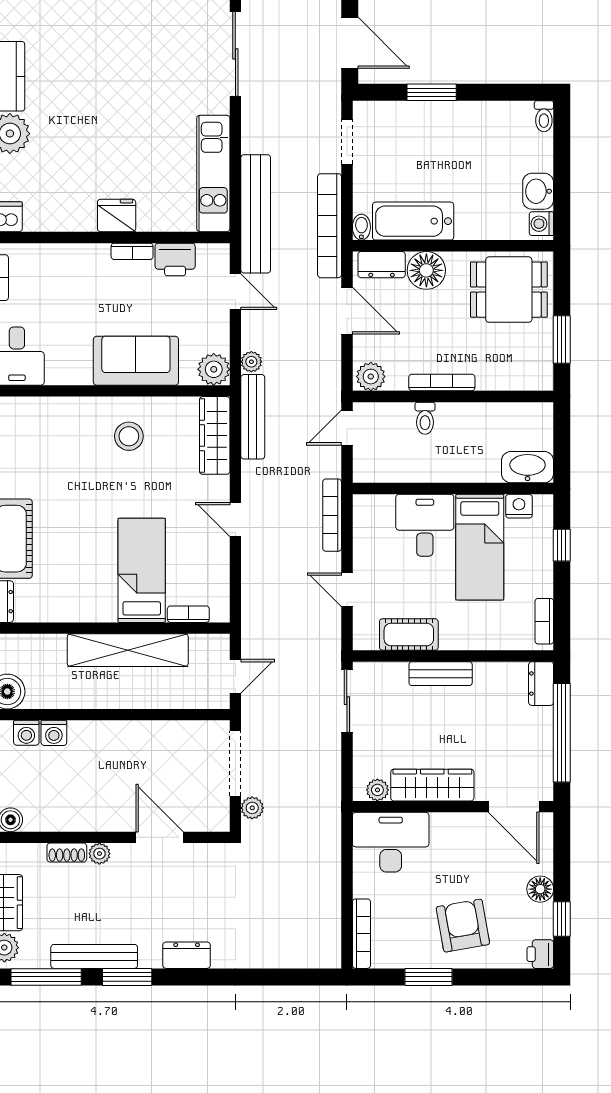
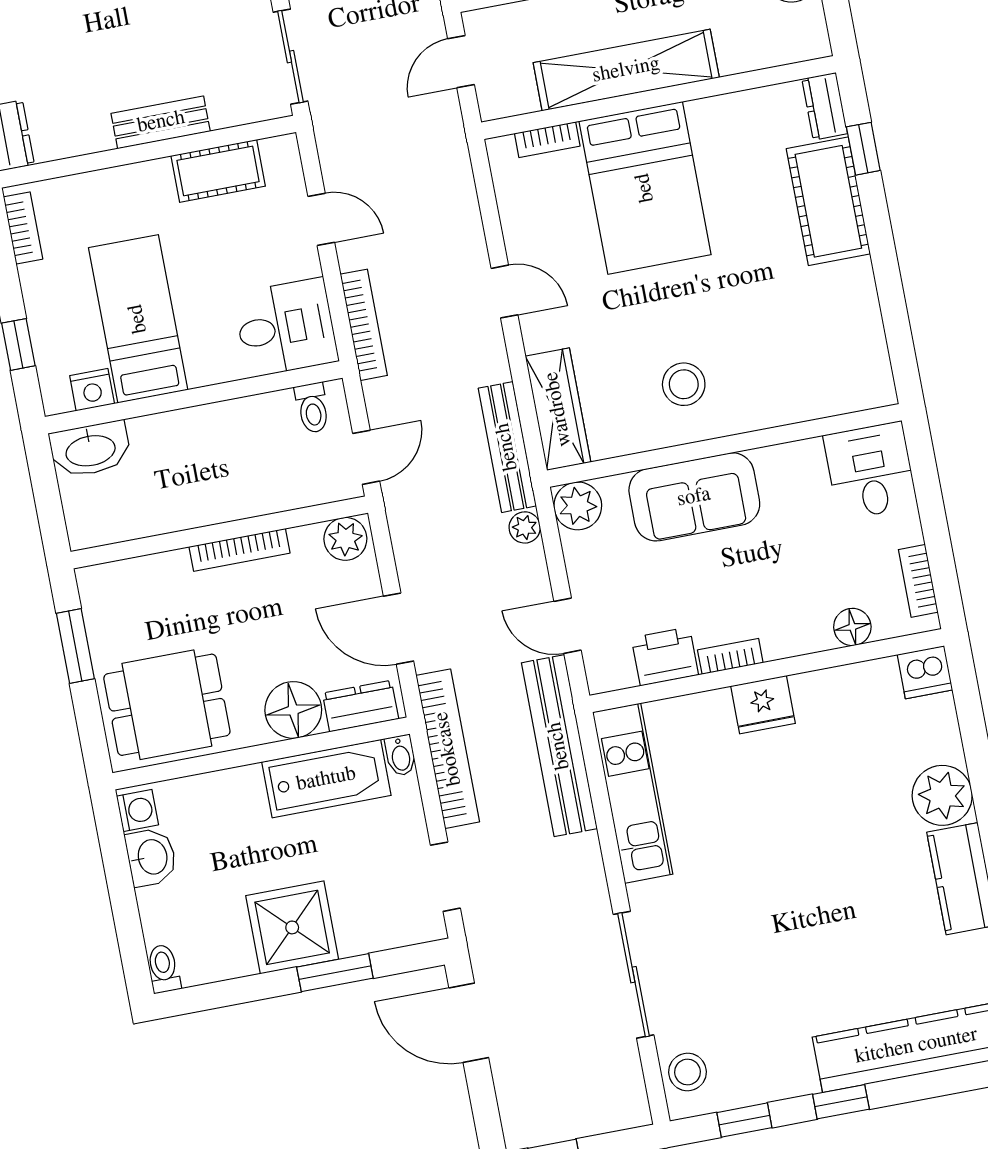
shower: (454, 127) -> (292, 927), added
floor lamp: (48, 256) -> (852, 627), added
toilet: (425, 418) -> (312, 408), moved, turned 180
desk: (425, 525) -> (286, 328), moved, turned -90
bed: (142, 570) -> (645, 188), width x1.50

